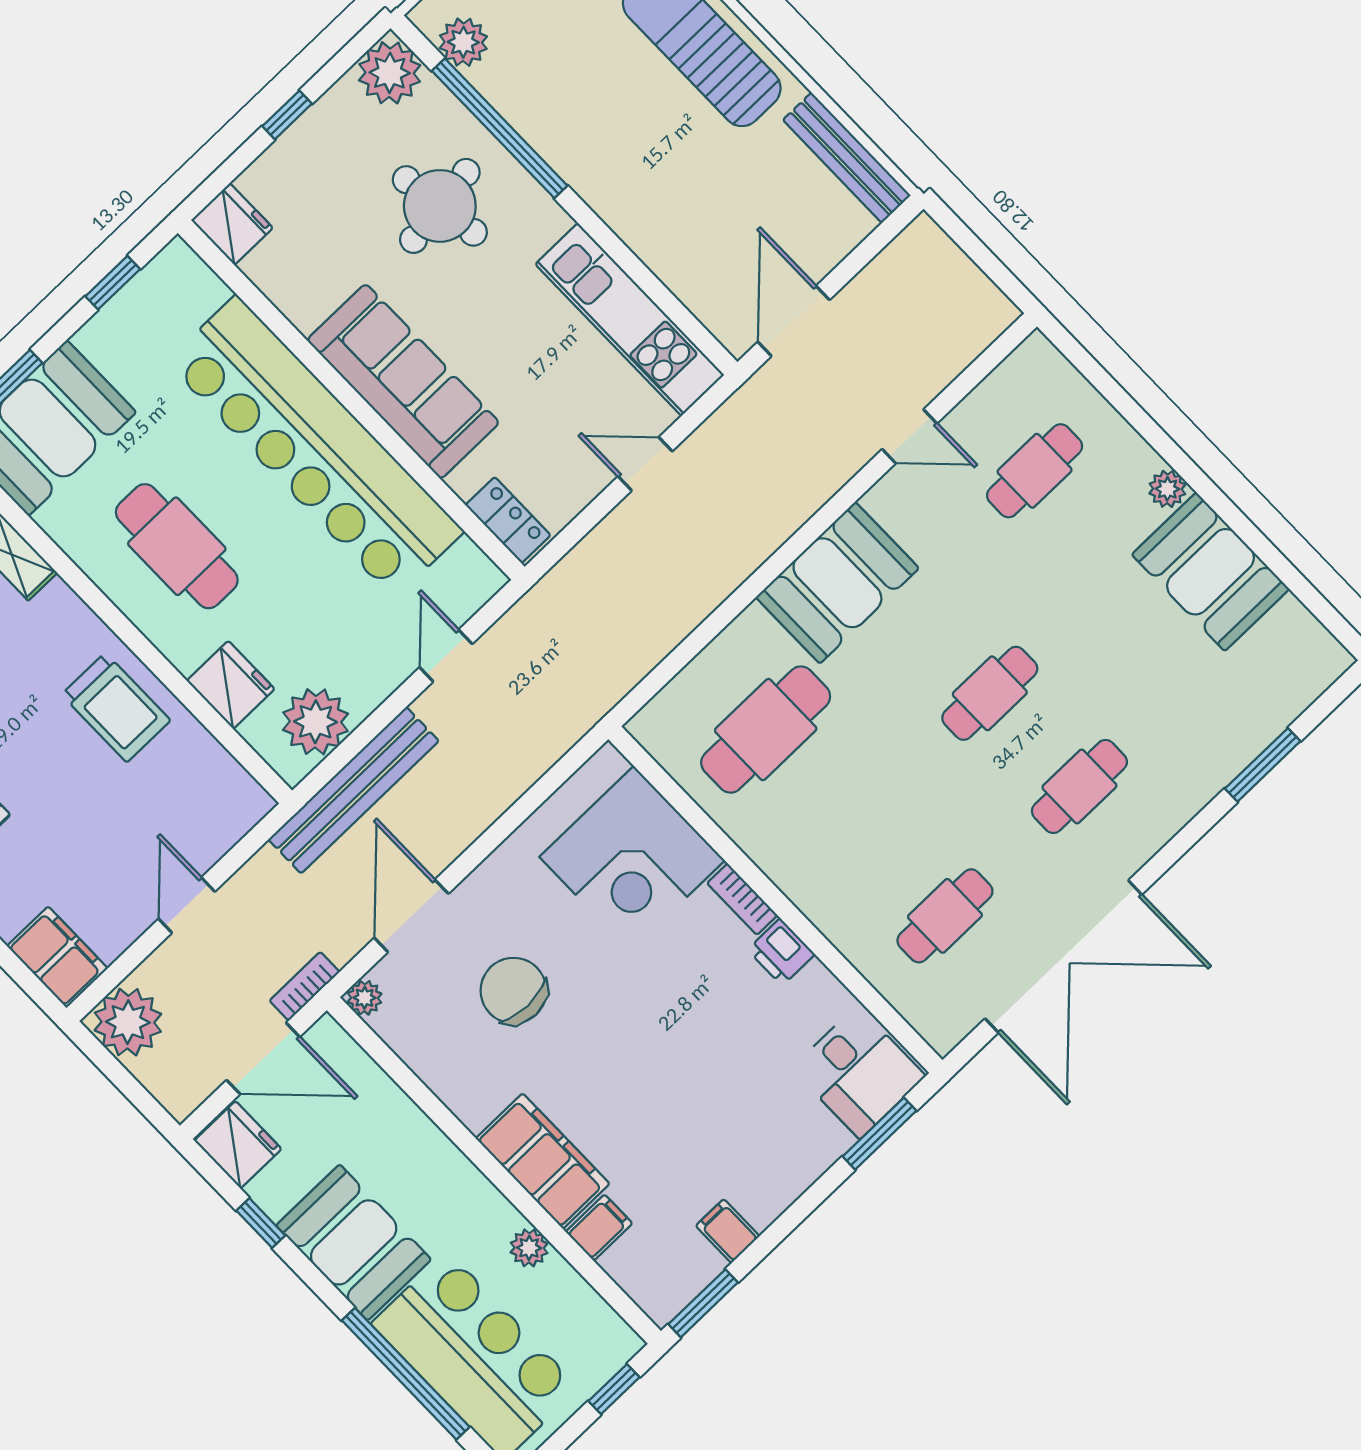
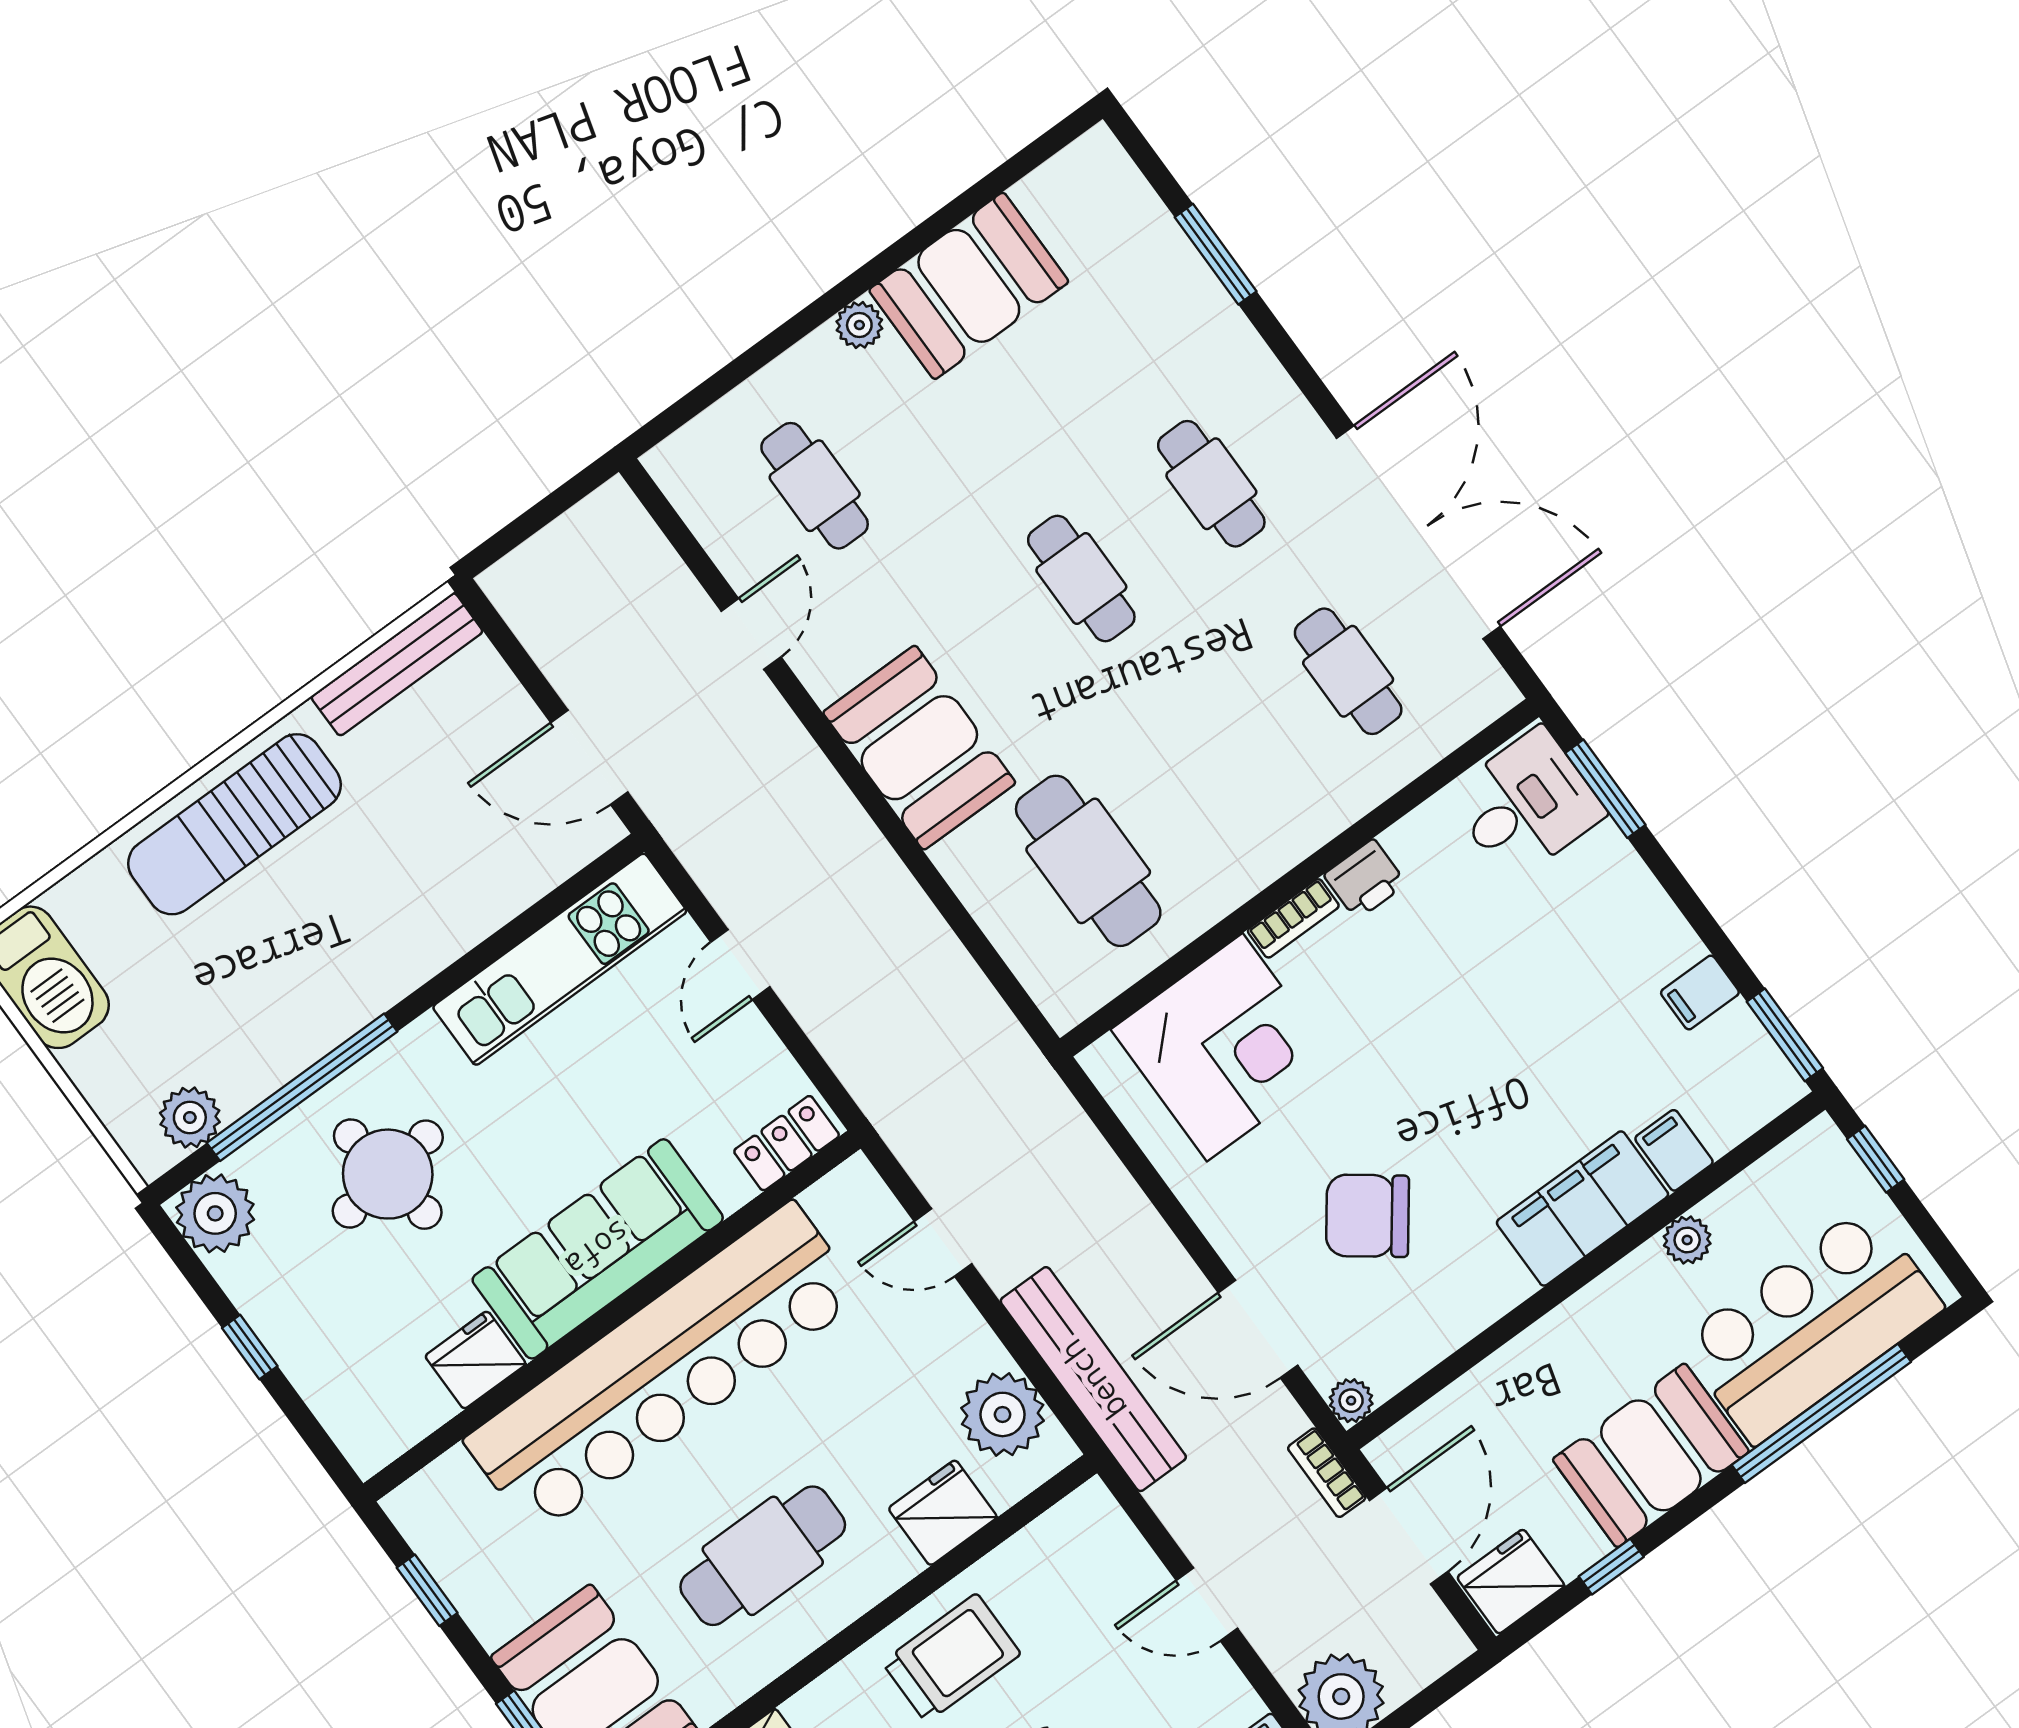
fridge: (232, 224) -> (476, 1360), moved
chair: (514, 991) -> (1367, 1216), turned 37

